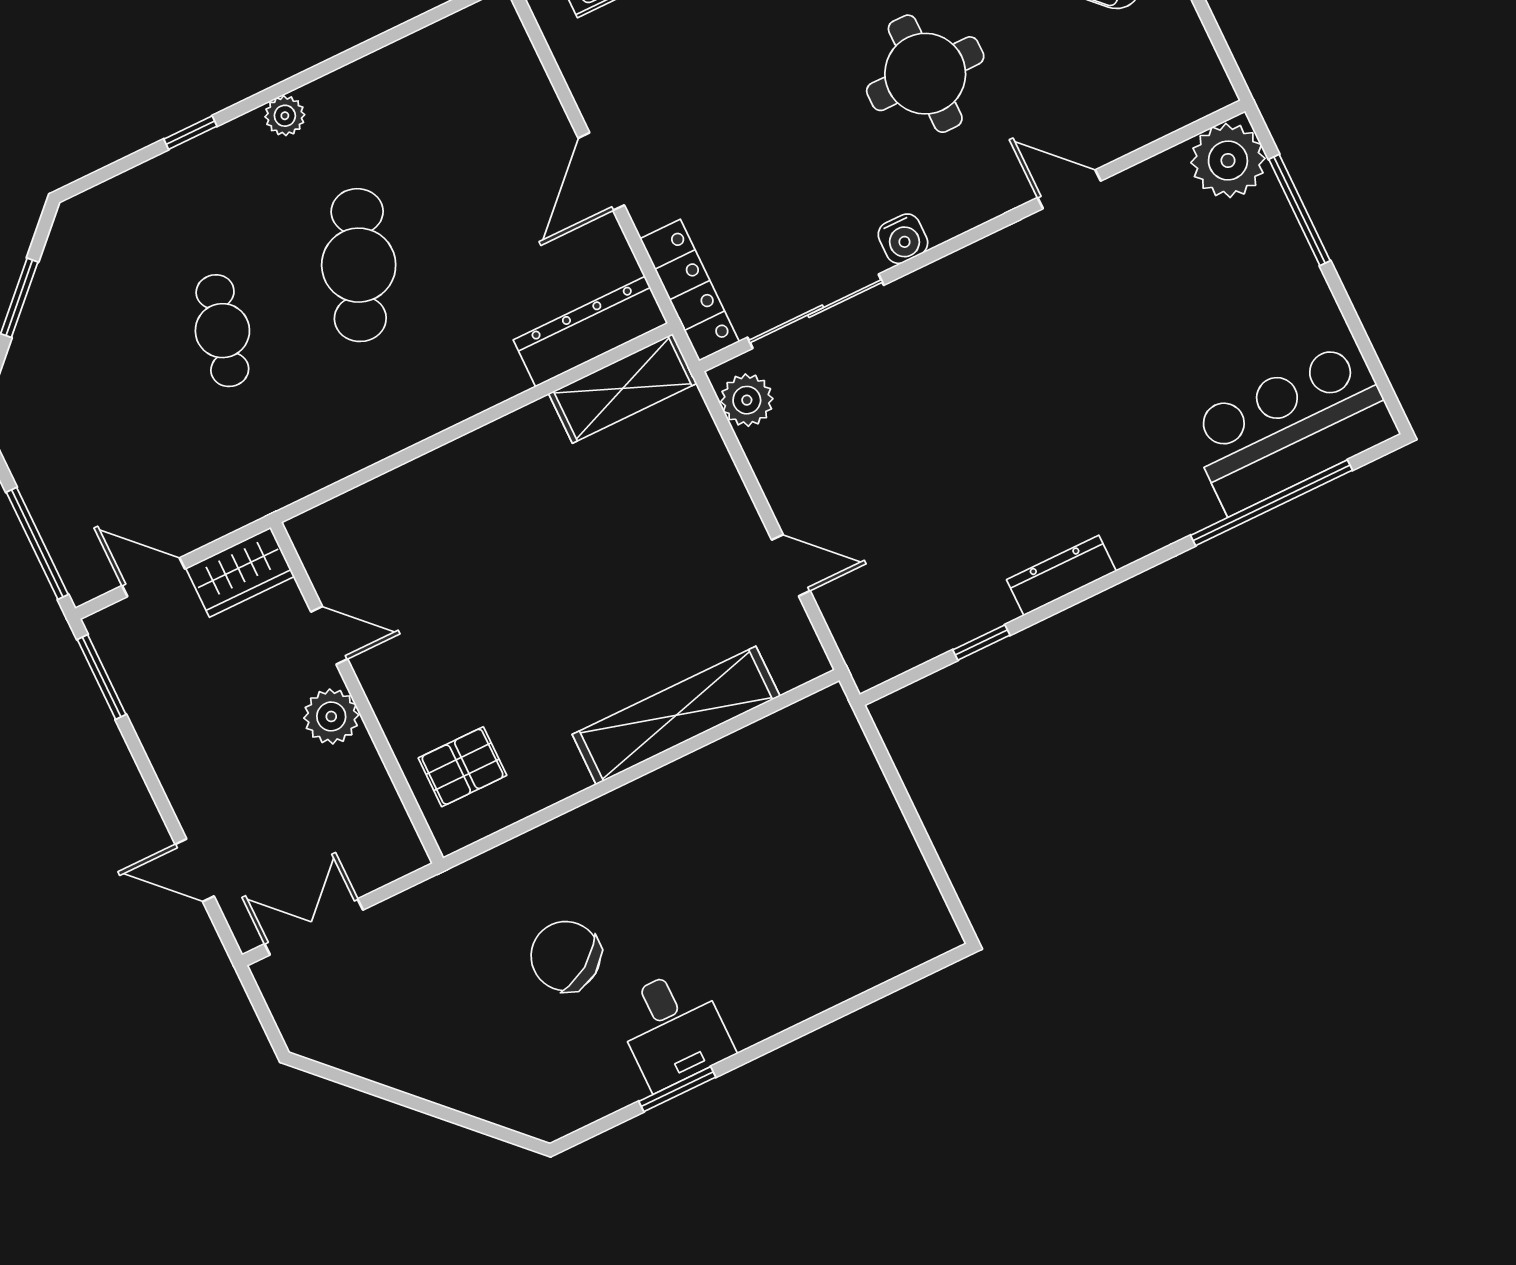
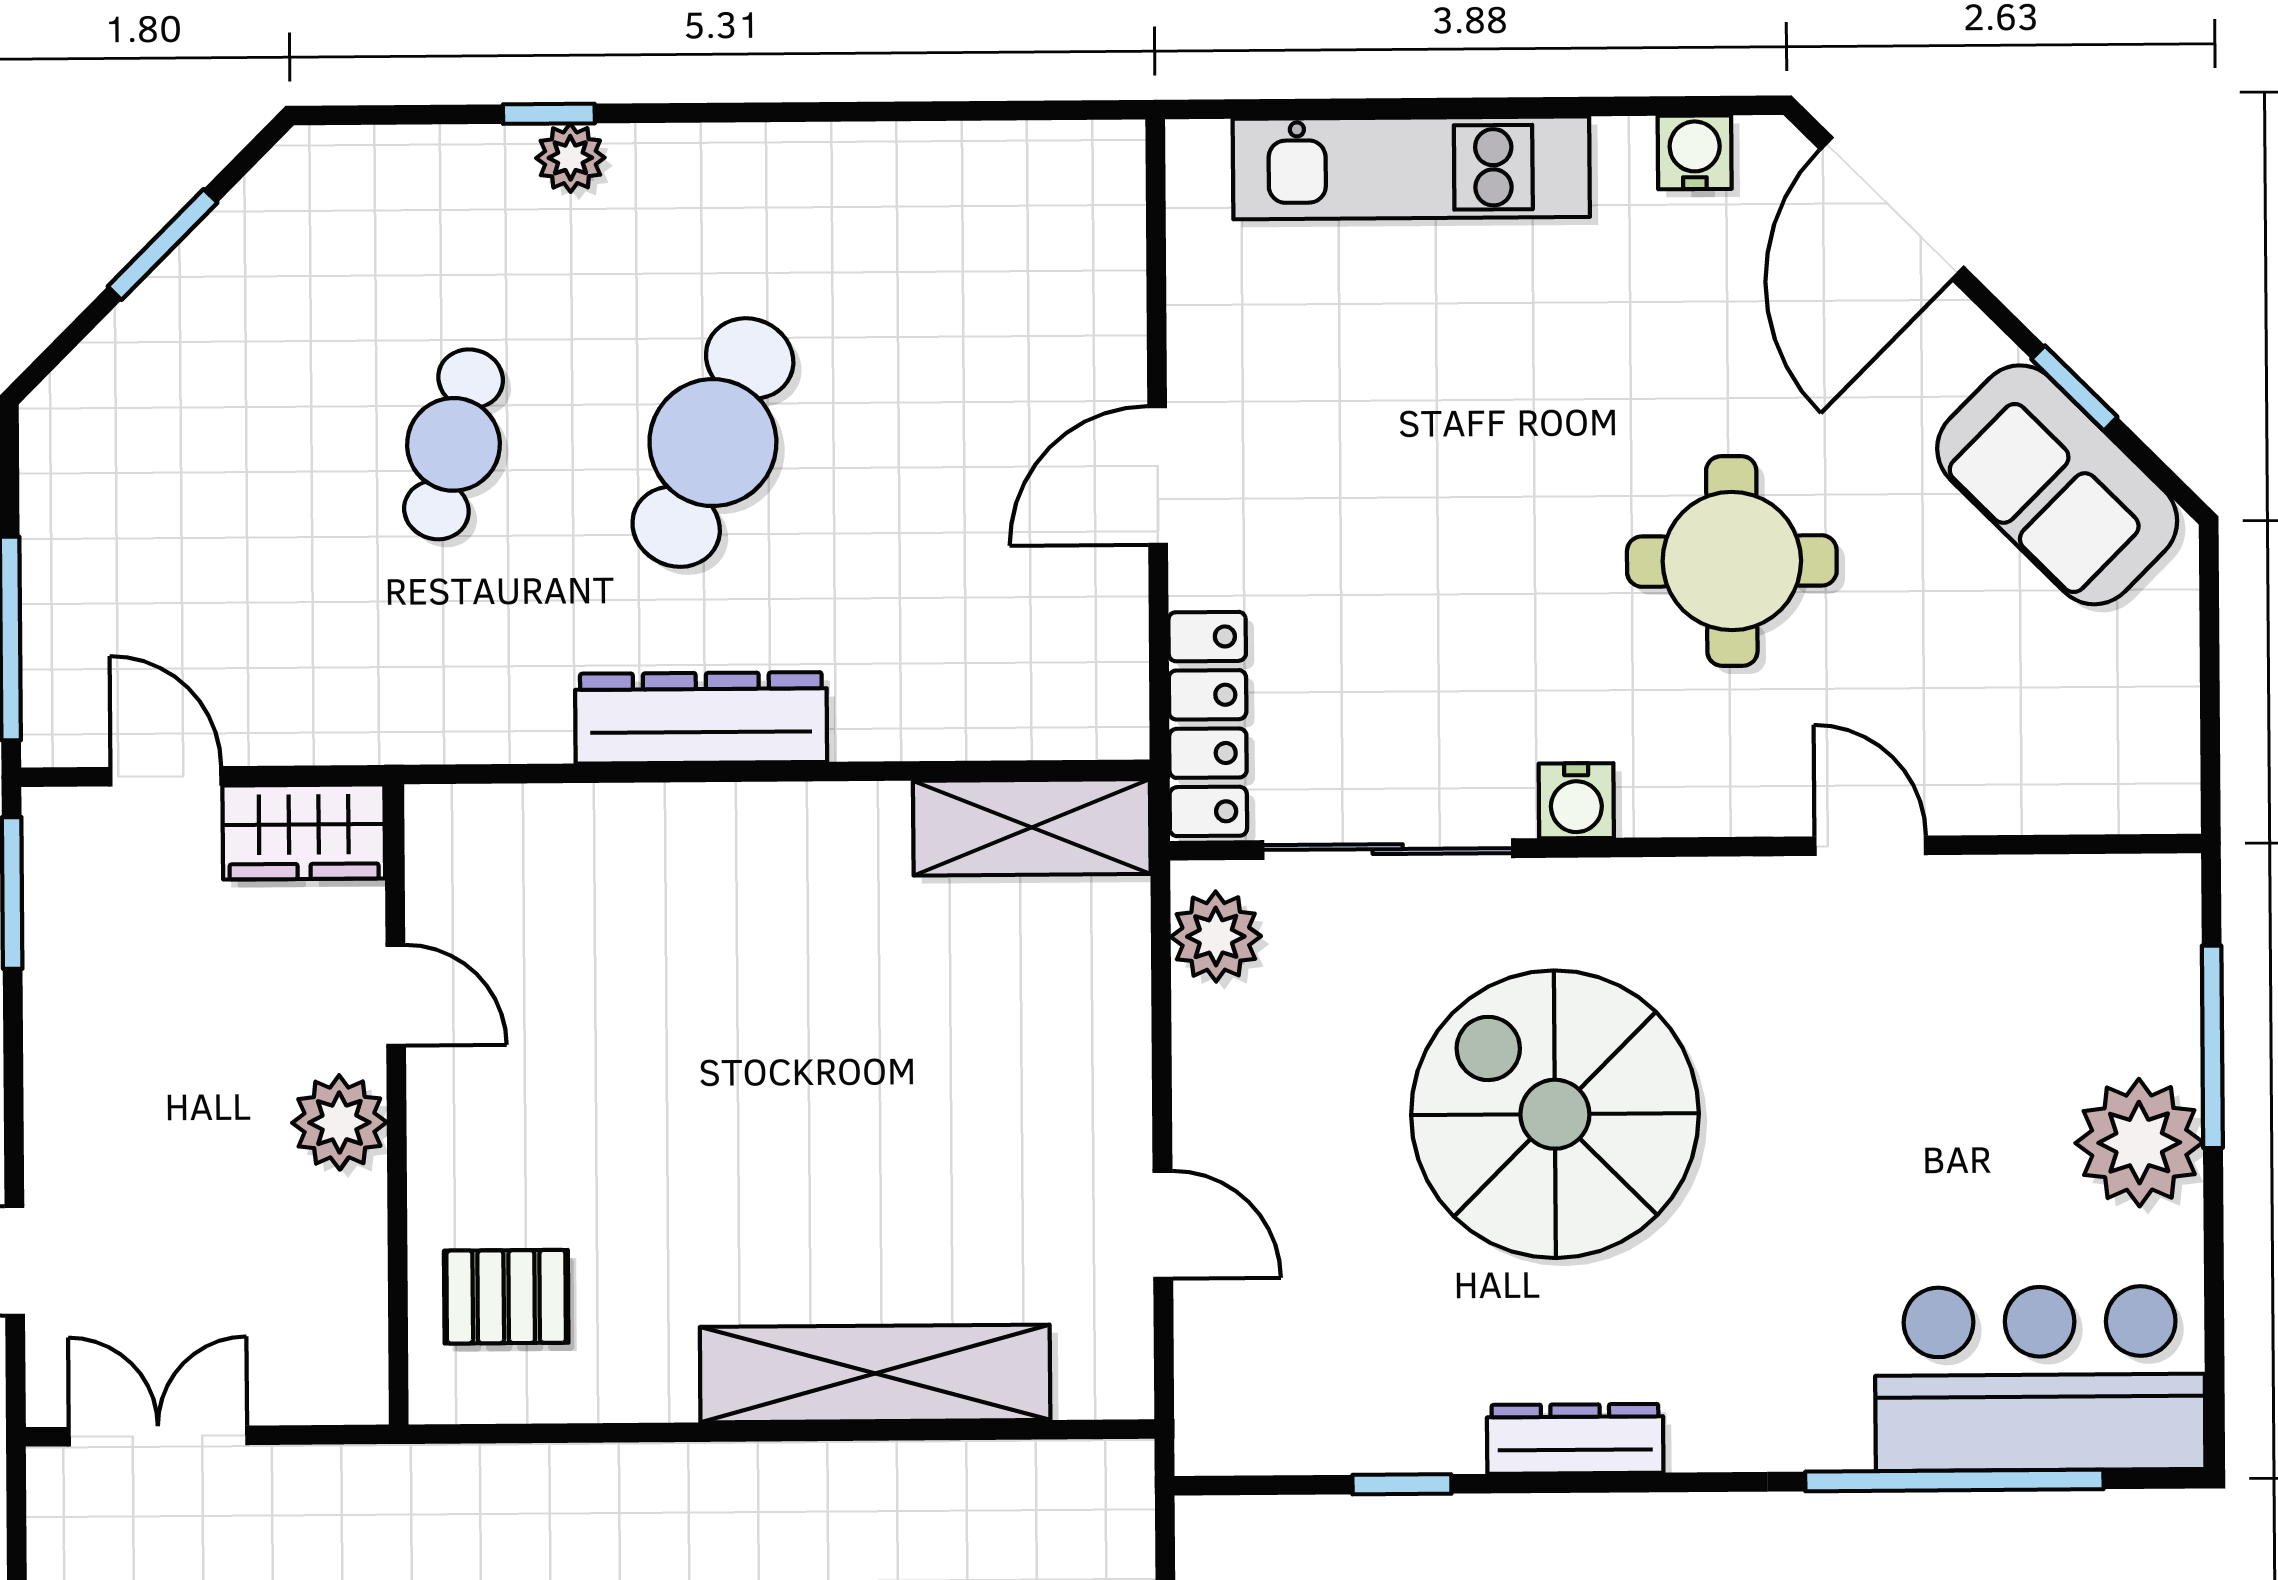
plant: (285, 116) -> (570, 158), moved
plant: (1228, 160) -> (2139, 1143), moved
dresser: (591, 332) -> (701, 718), moved
spiral stairs: (970, 409) -> (1555, 1114), added

